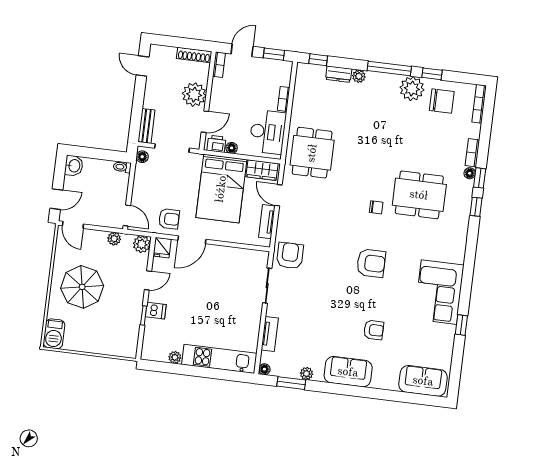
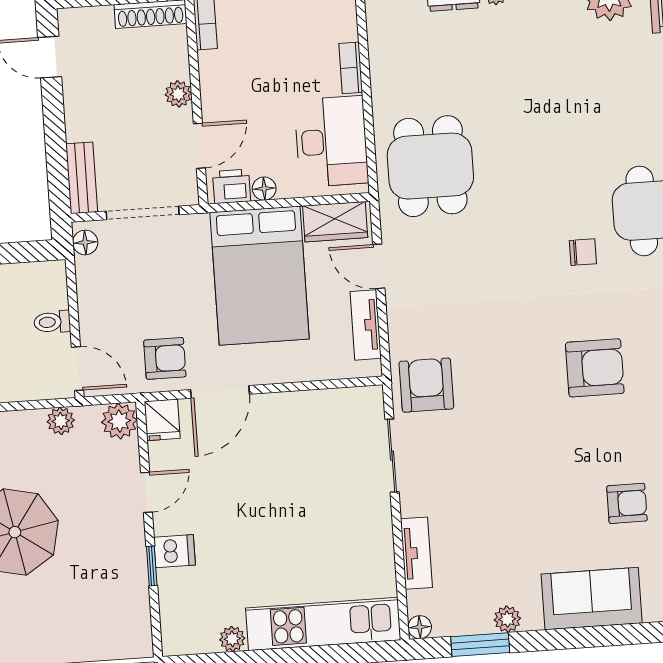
plant: (194, 95) -> (178, 94), width x0.53, depth x0.53
toilet: (122, 167) -> (52, 322), moved

